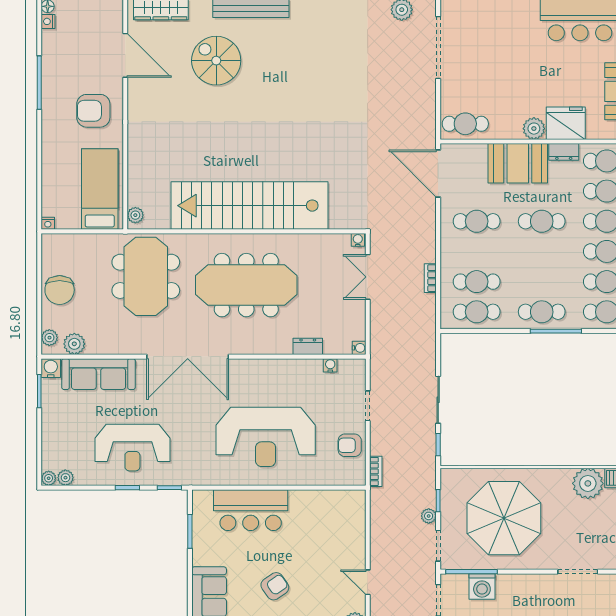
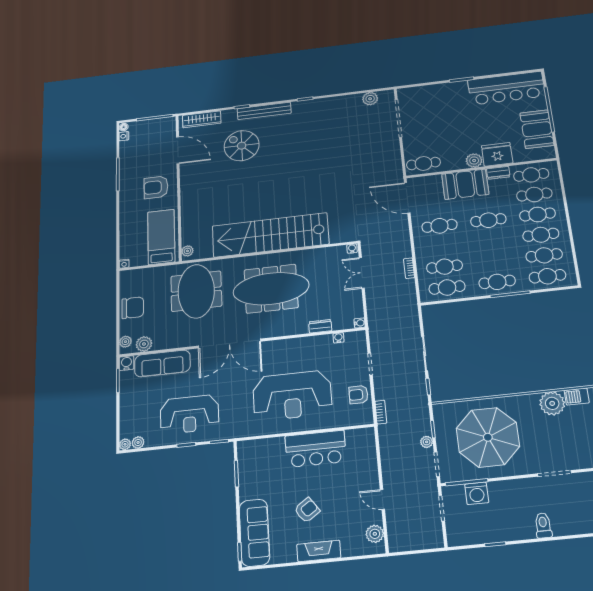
chair: (60, 290) -> (133, 308), turned -90
bar counter: (251, 510) -> (316, 449), moved

